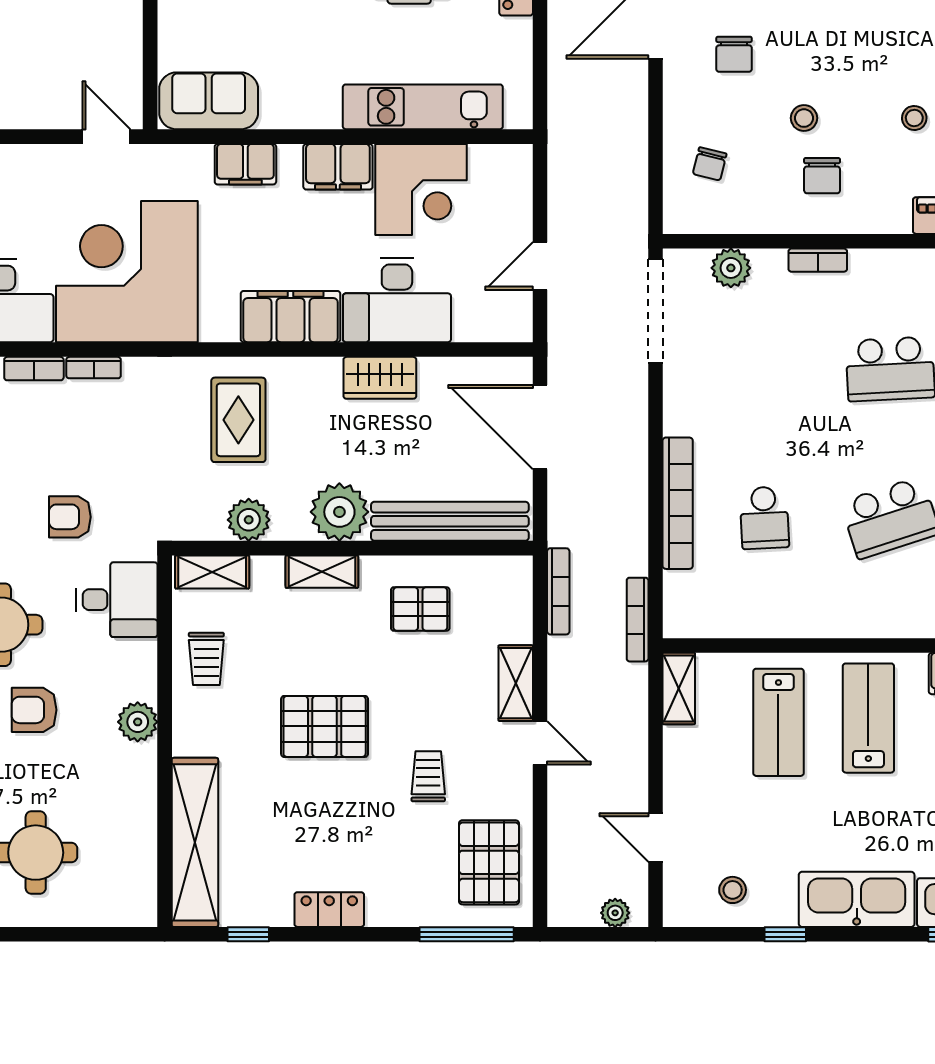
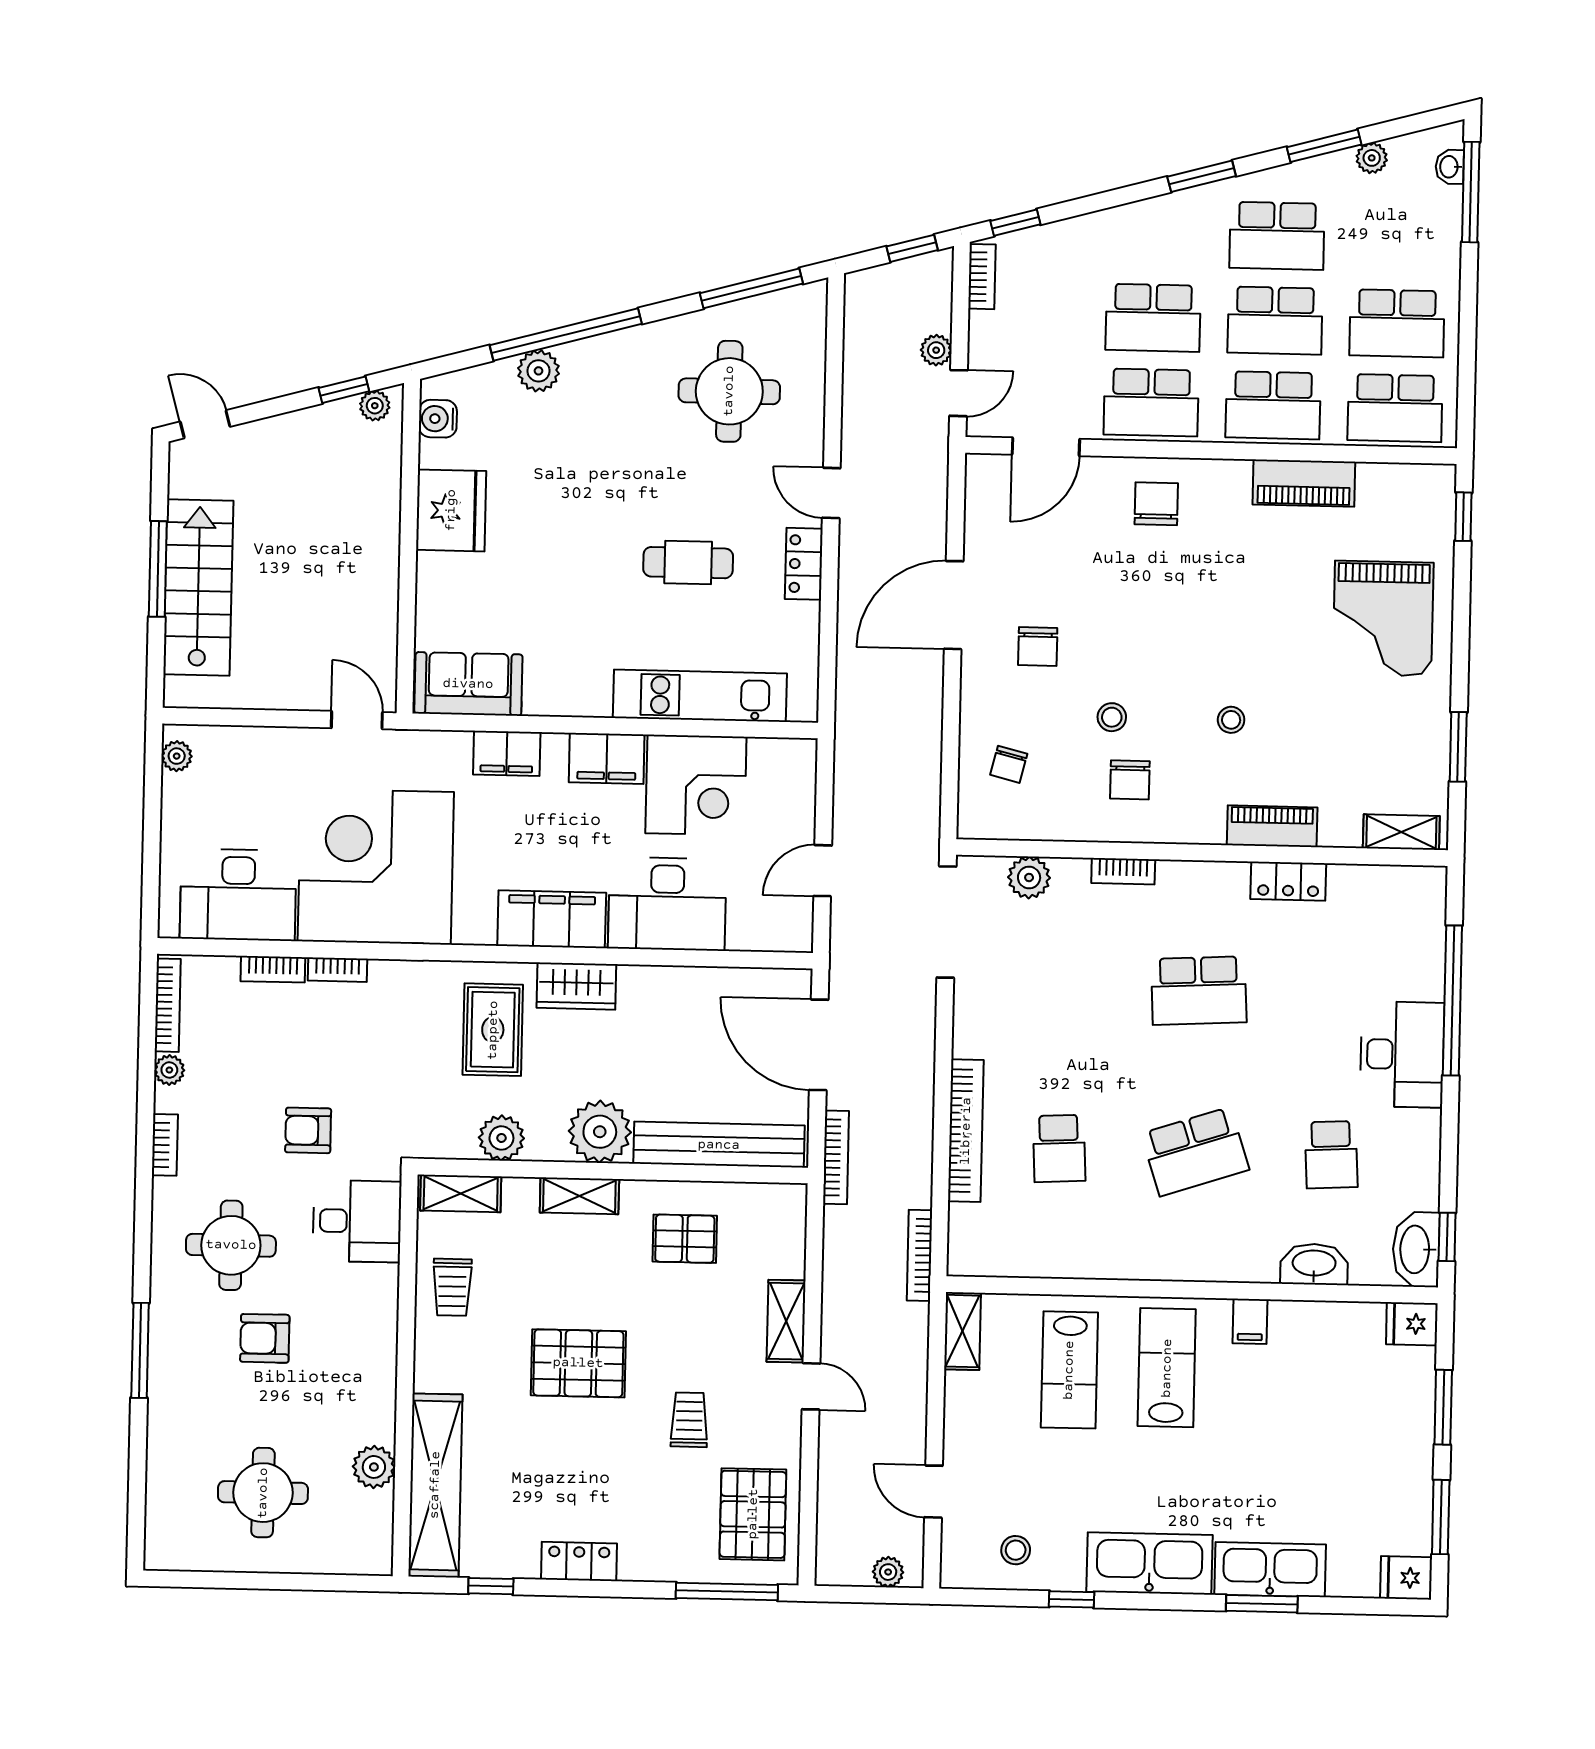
wardrobe: (380, 378) -> (576, 986), moved
bookcase: (558, 591) -> (836, 1157), moved
plant: (138, 722) -> (374, 1467), moved

